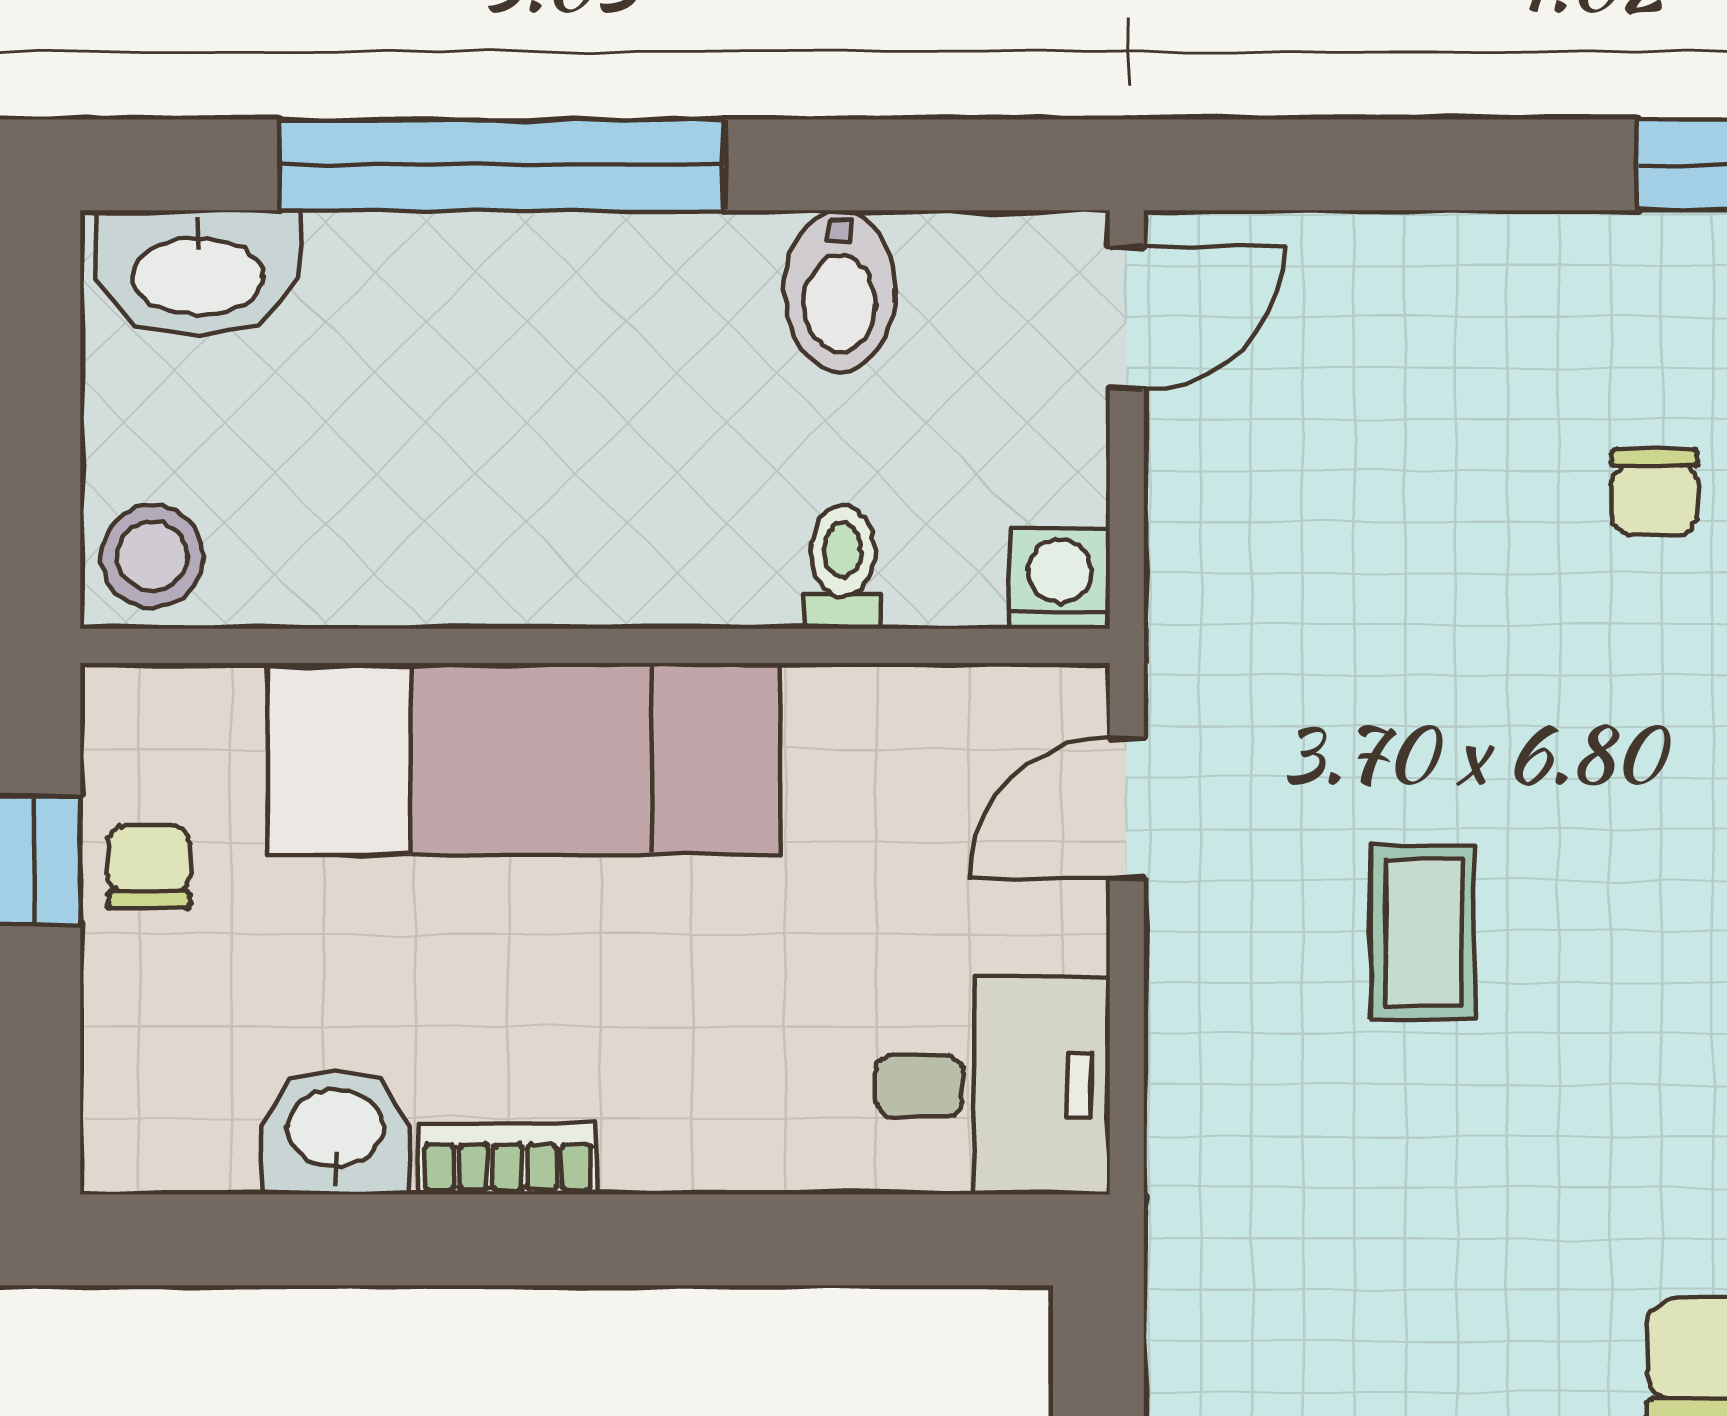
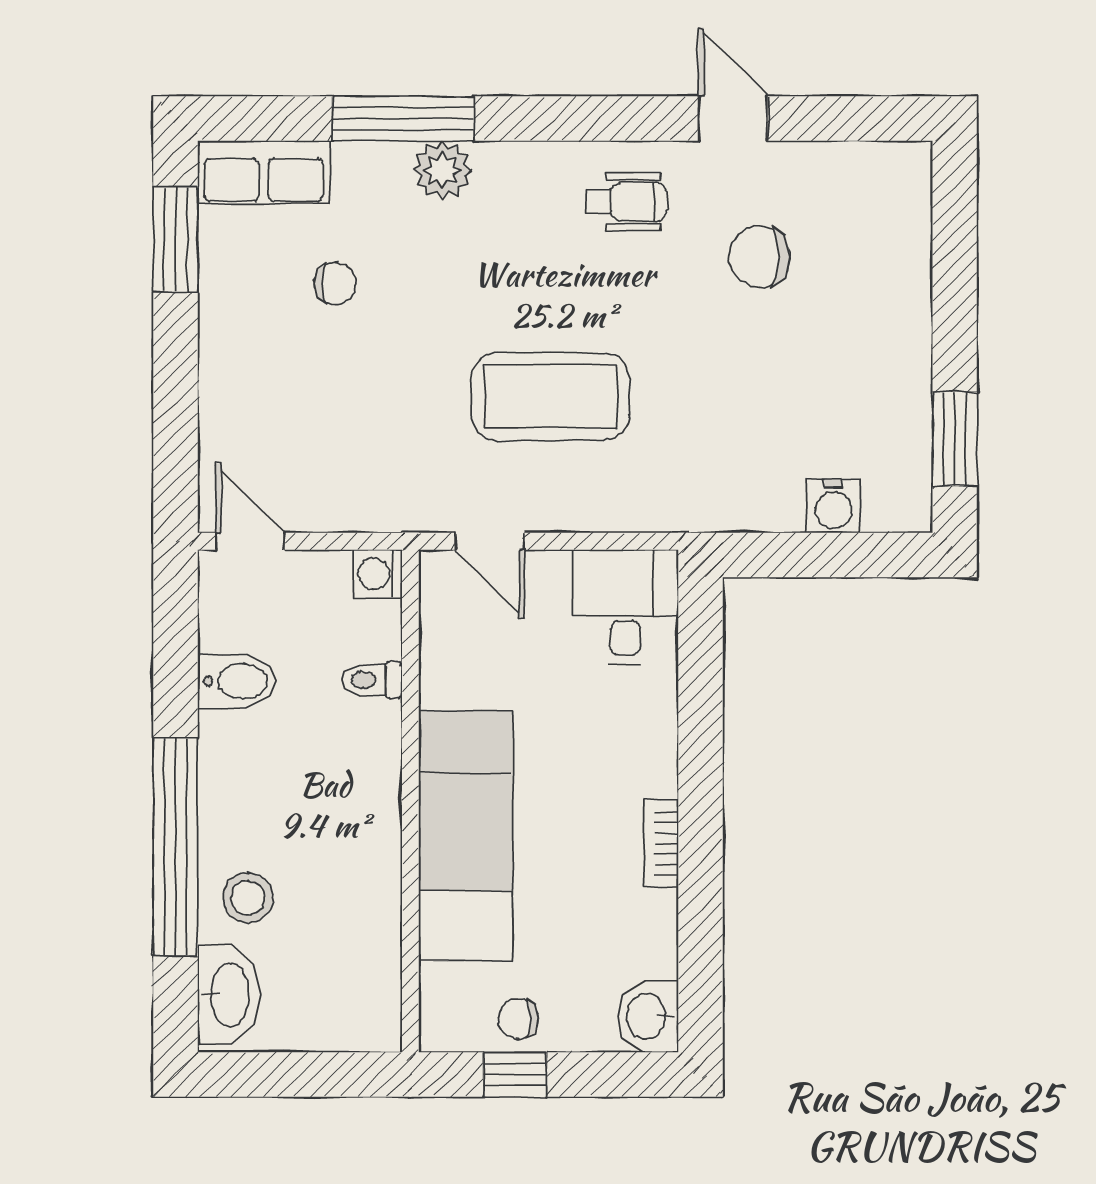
stool: (152, 556) -> (248, 898), moved
coffee table: (1423, 933) -> (550, 396), width x1.86, depth x1.72
washbasin: (335, 1132) -> (648, 1016), moved

